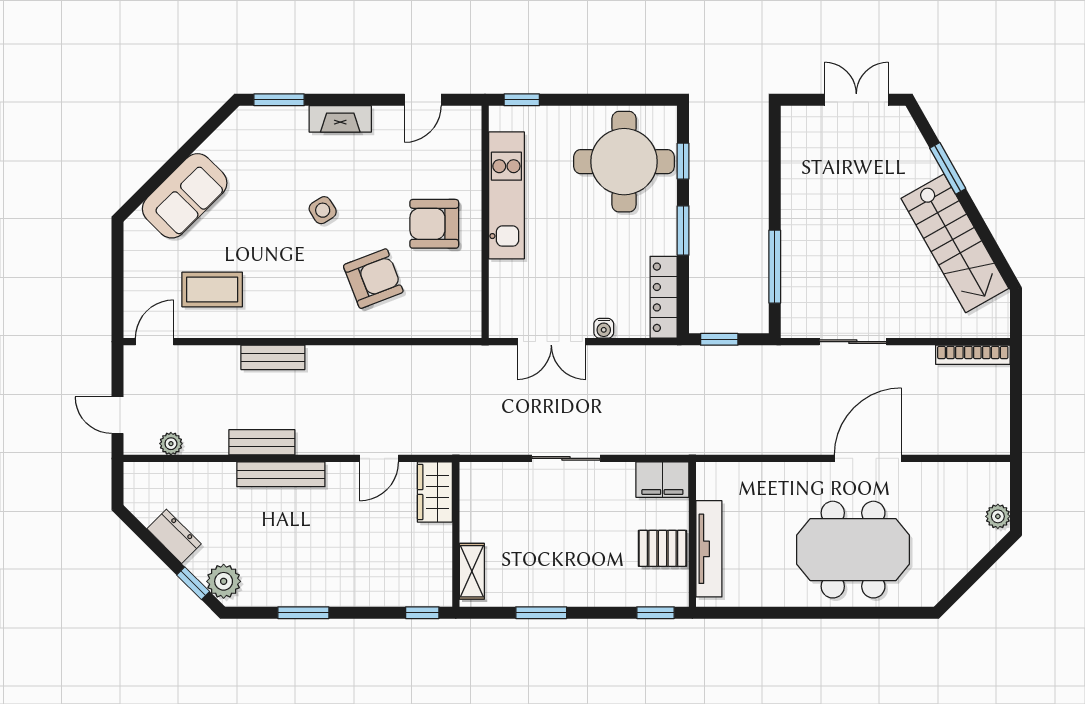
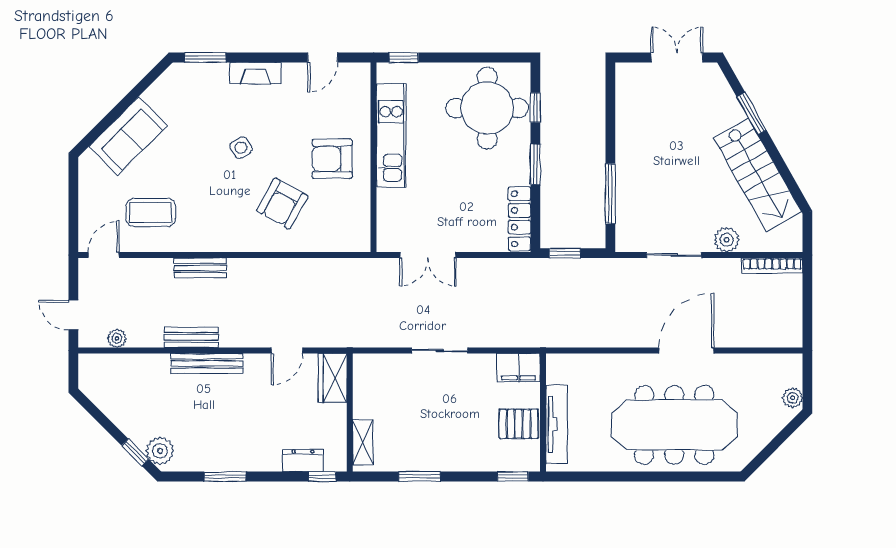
armchair: (373, 279) -> (282, 204), turned 140
plant: (917, 323) -> (727, 240), added
water cooler: (604, 328) -> (471, 244), removed
dresser: (174, 536) -> (303, 460), moved, turned -45
meeting table: (853, 550) -> (674, 425), width x1.36

